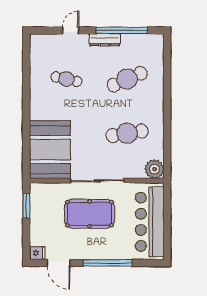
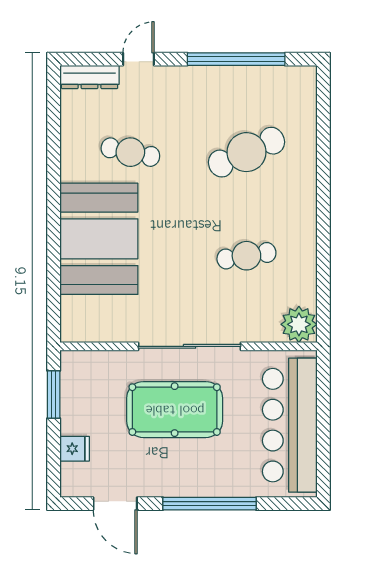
dresser: (105, 40) -> (90, 77), moved
cafe table: (127, 133) -> (246, 256), width x0.73, depth x0.74
booth: (50, 150) -> (99, 239), moved
fridge: (37, 253) -> (75, 449), moved

